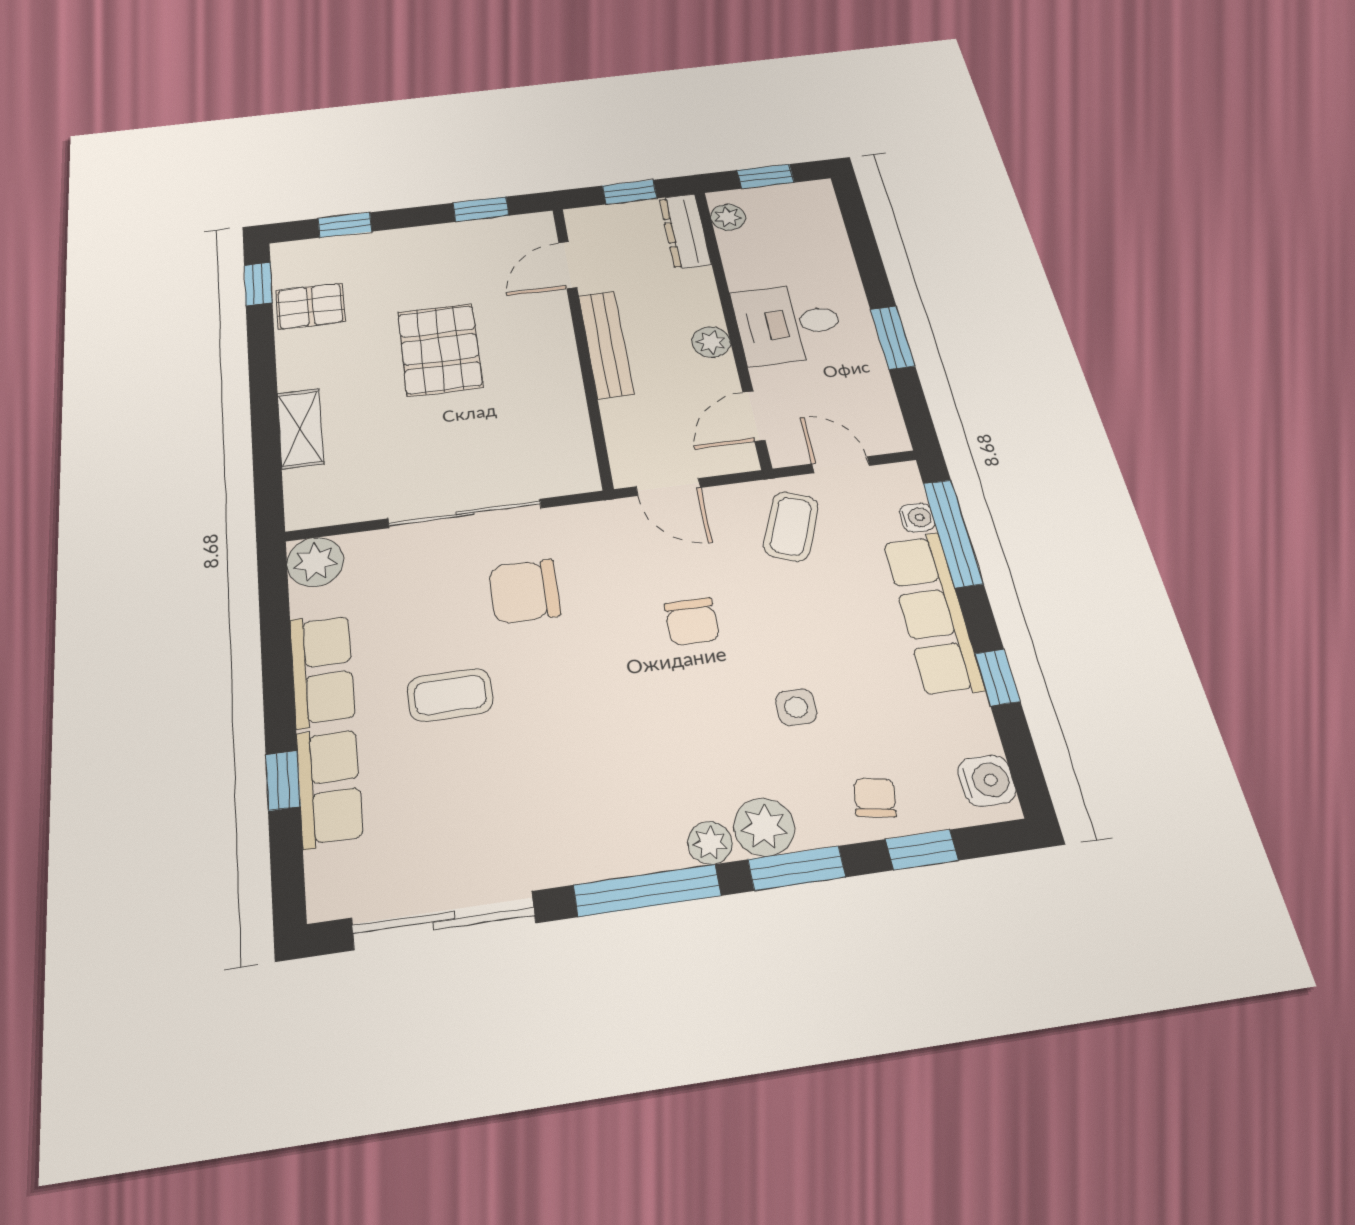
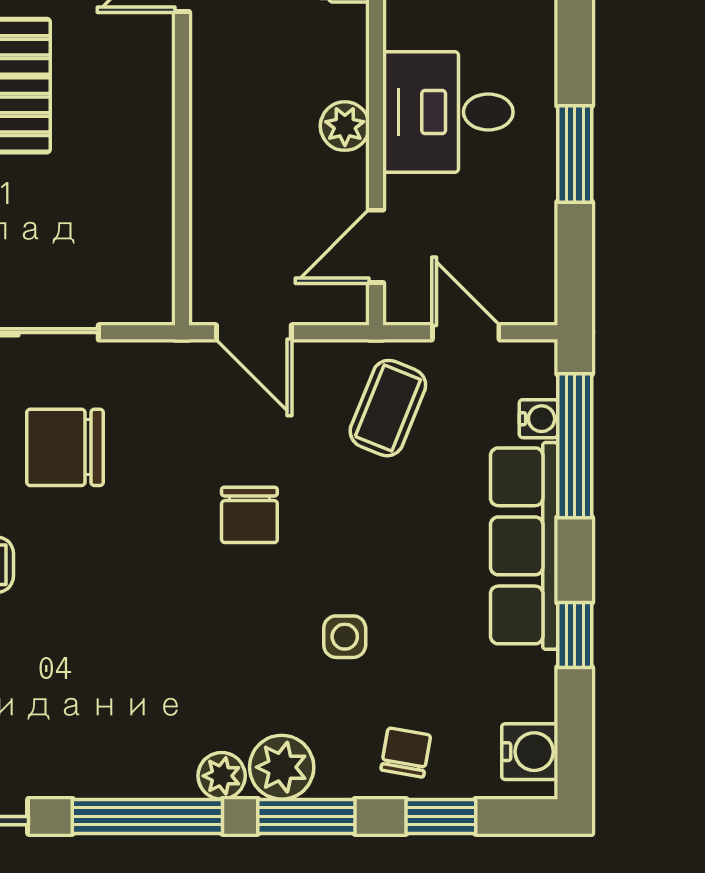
bench: (606, 344) -> (212, 109), removed

